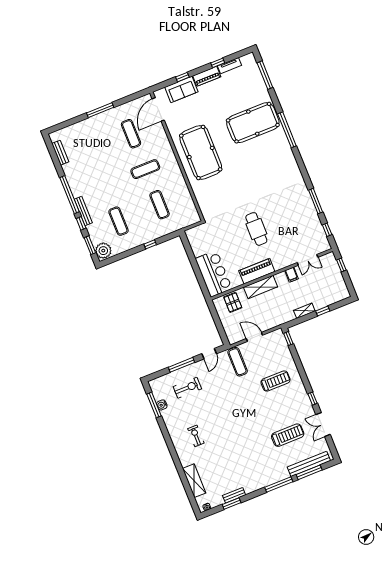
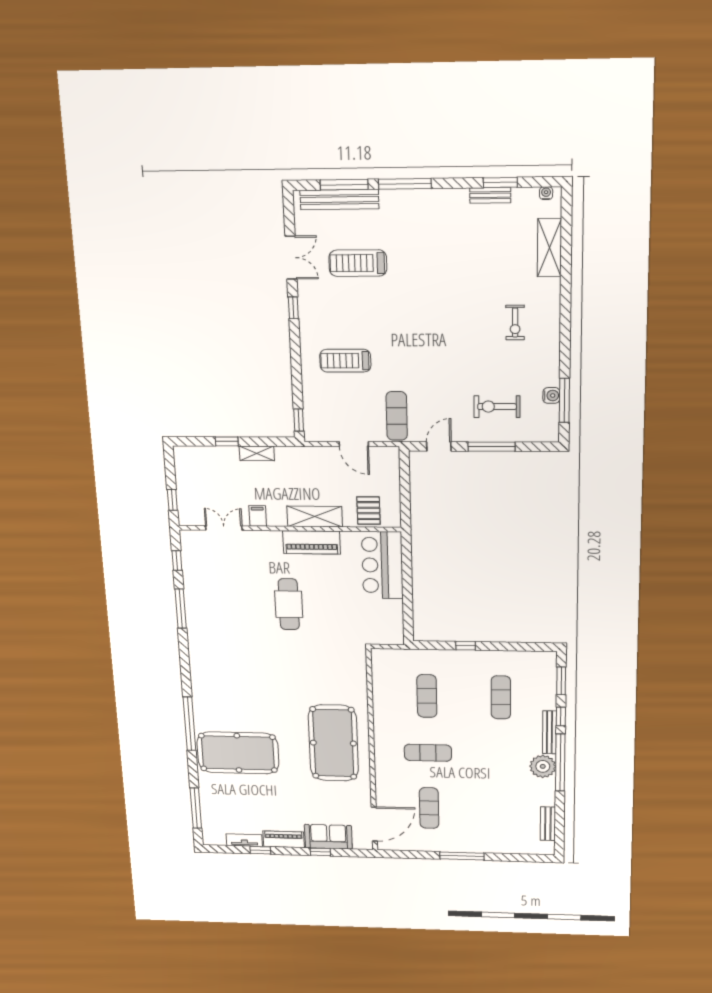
plant: (103, 251) -> (543, 766), moved

